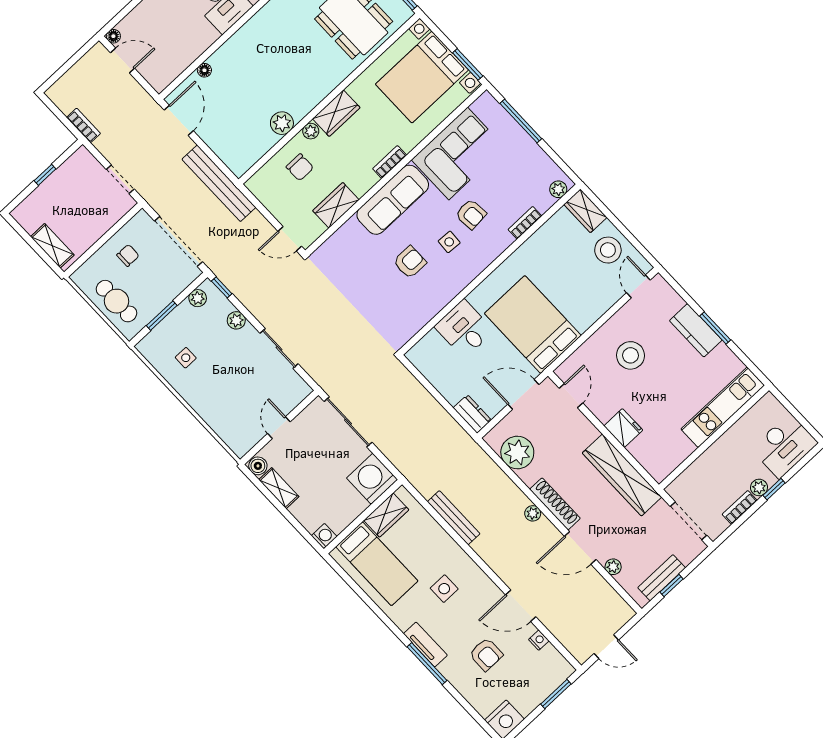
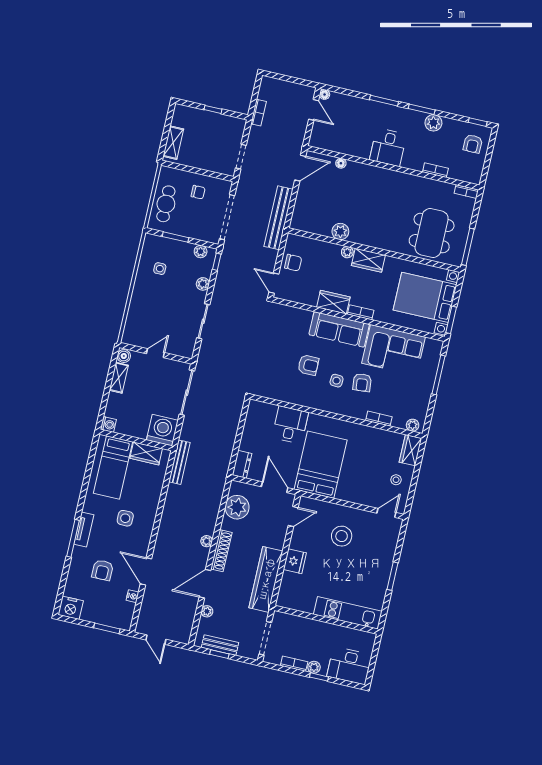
chair: (300, 167) -> (293, 263), moved, turned -90
wardrobe: (336, 205) -> (333, 302), moved
stool: (608, 250) -> (396, 480), width x0.53, depth x0.53
kitchen counter: (696, 330) -> (383, 565), removed
bench: (454, 518) -> (179, 462), moved
door: (580, 548) -> (205, 584), hinge flipped

